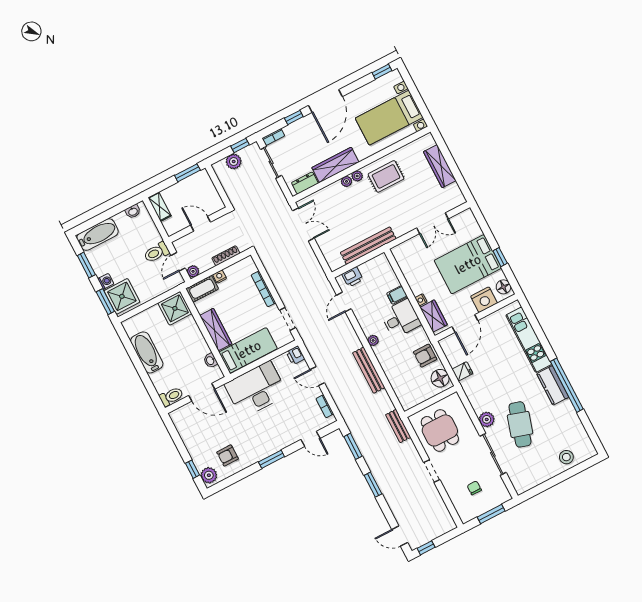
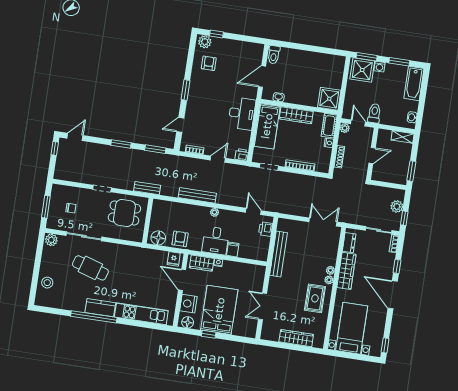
double door: (303, 224) -> (323, 222), swing flipped
bathtub: (147, 352) -> (314, 60), removed
fridge: (462, 371) -> (174, 259), moved
desk: (256, 389) -> (242, 114), width x0.73, depth x0.77
plant: (487, 419) -> (51, 240), moved

